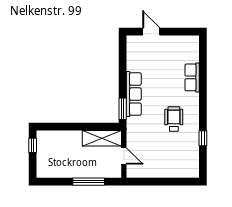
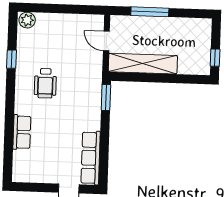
row of seats: (134, 94) -> (91, 158), moved
shelving: (102, 138) -> (143, 64), width x1.47
plant: (191, 171) -> (27, 20), added

